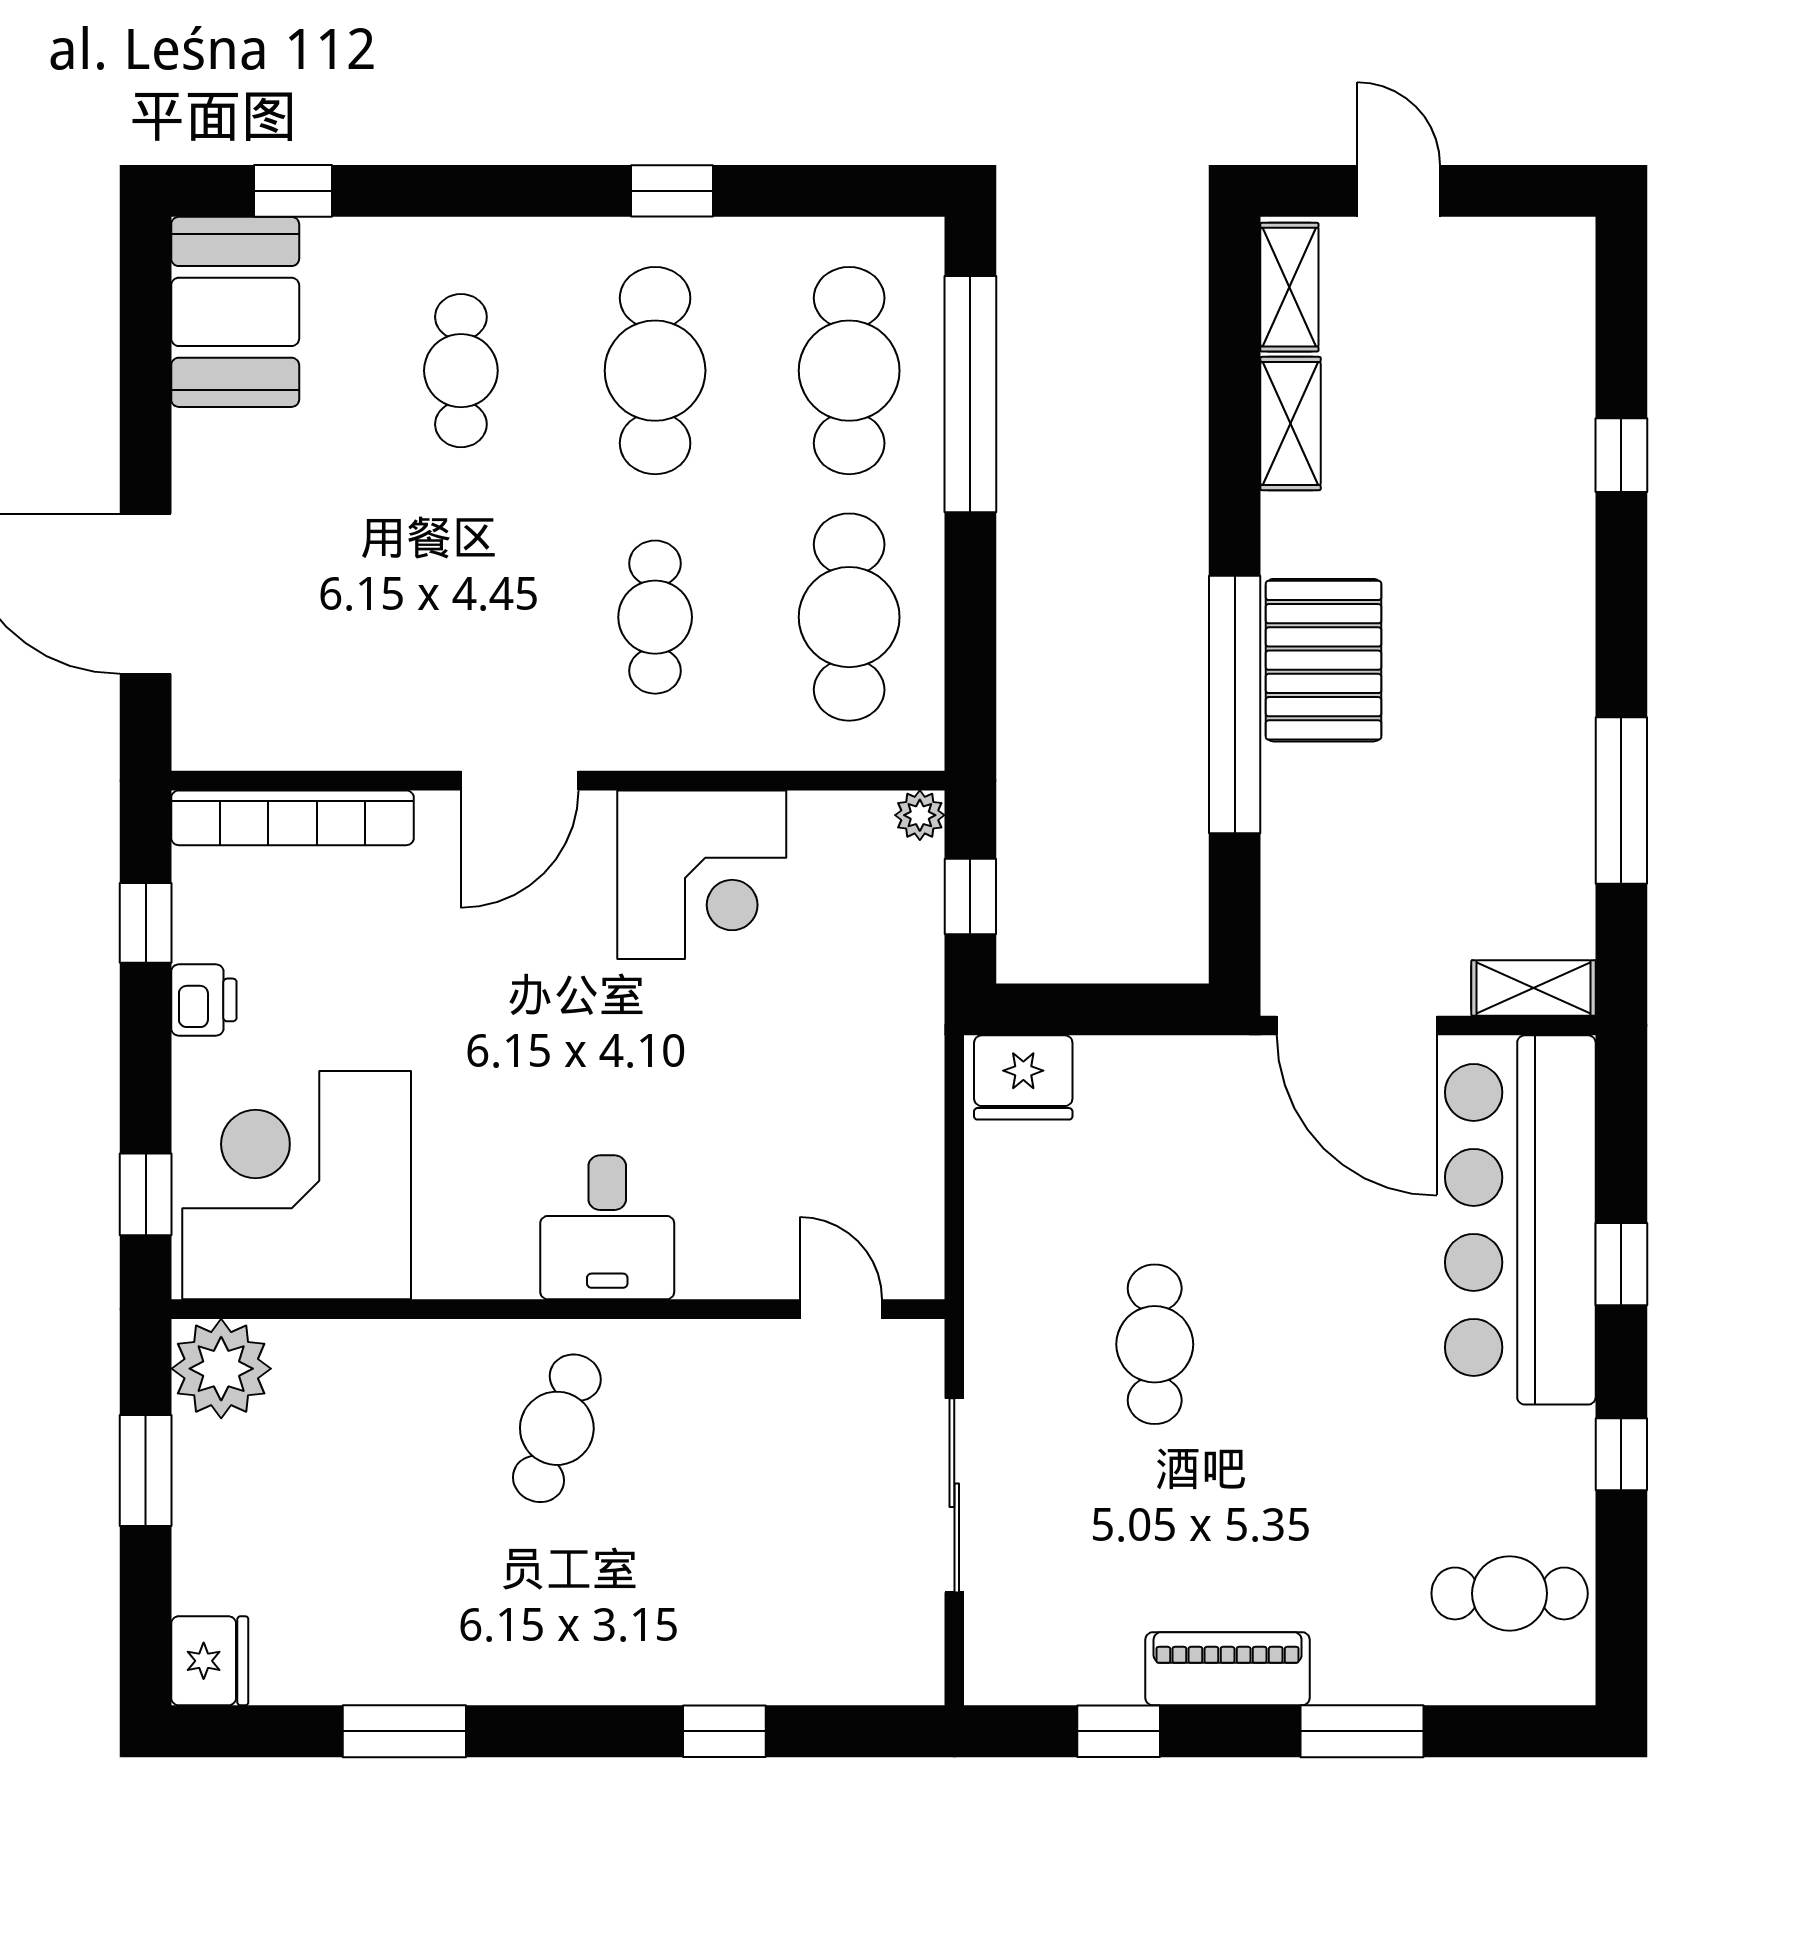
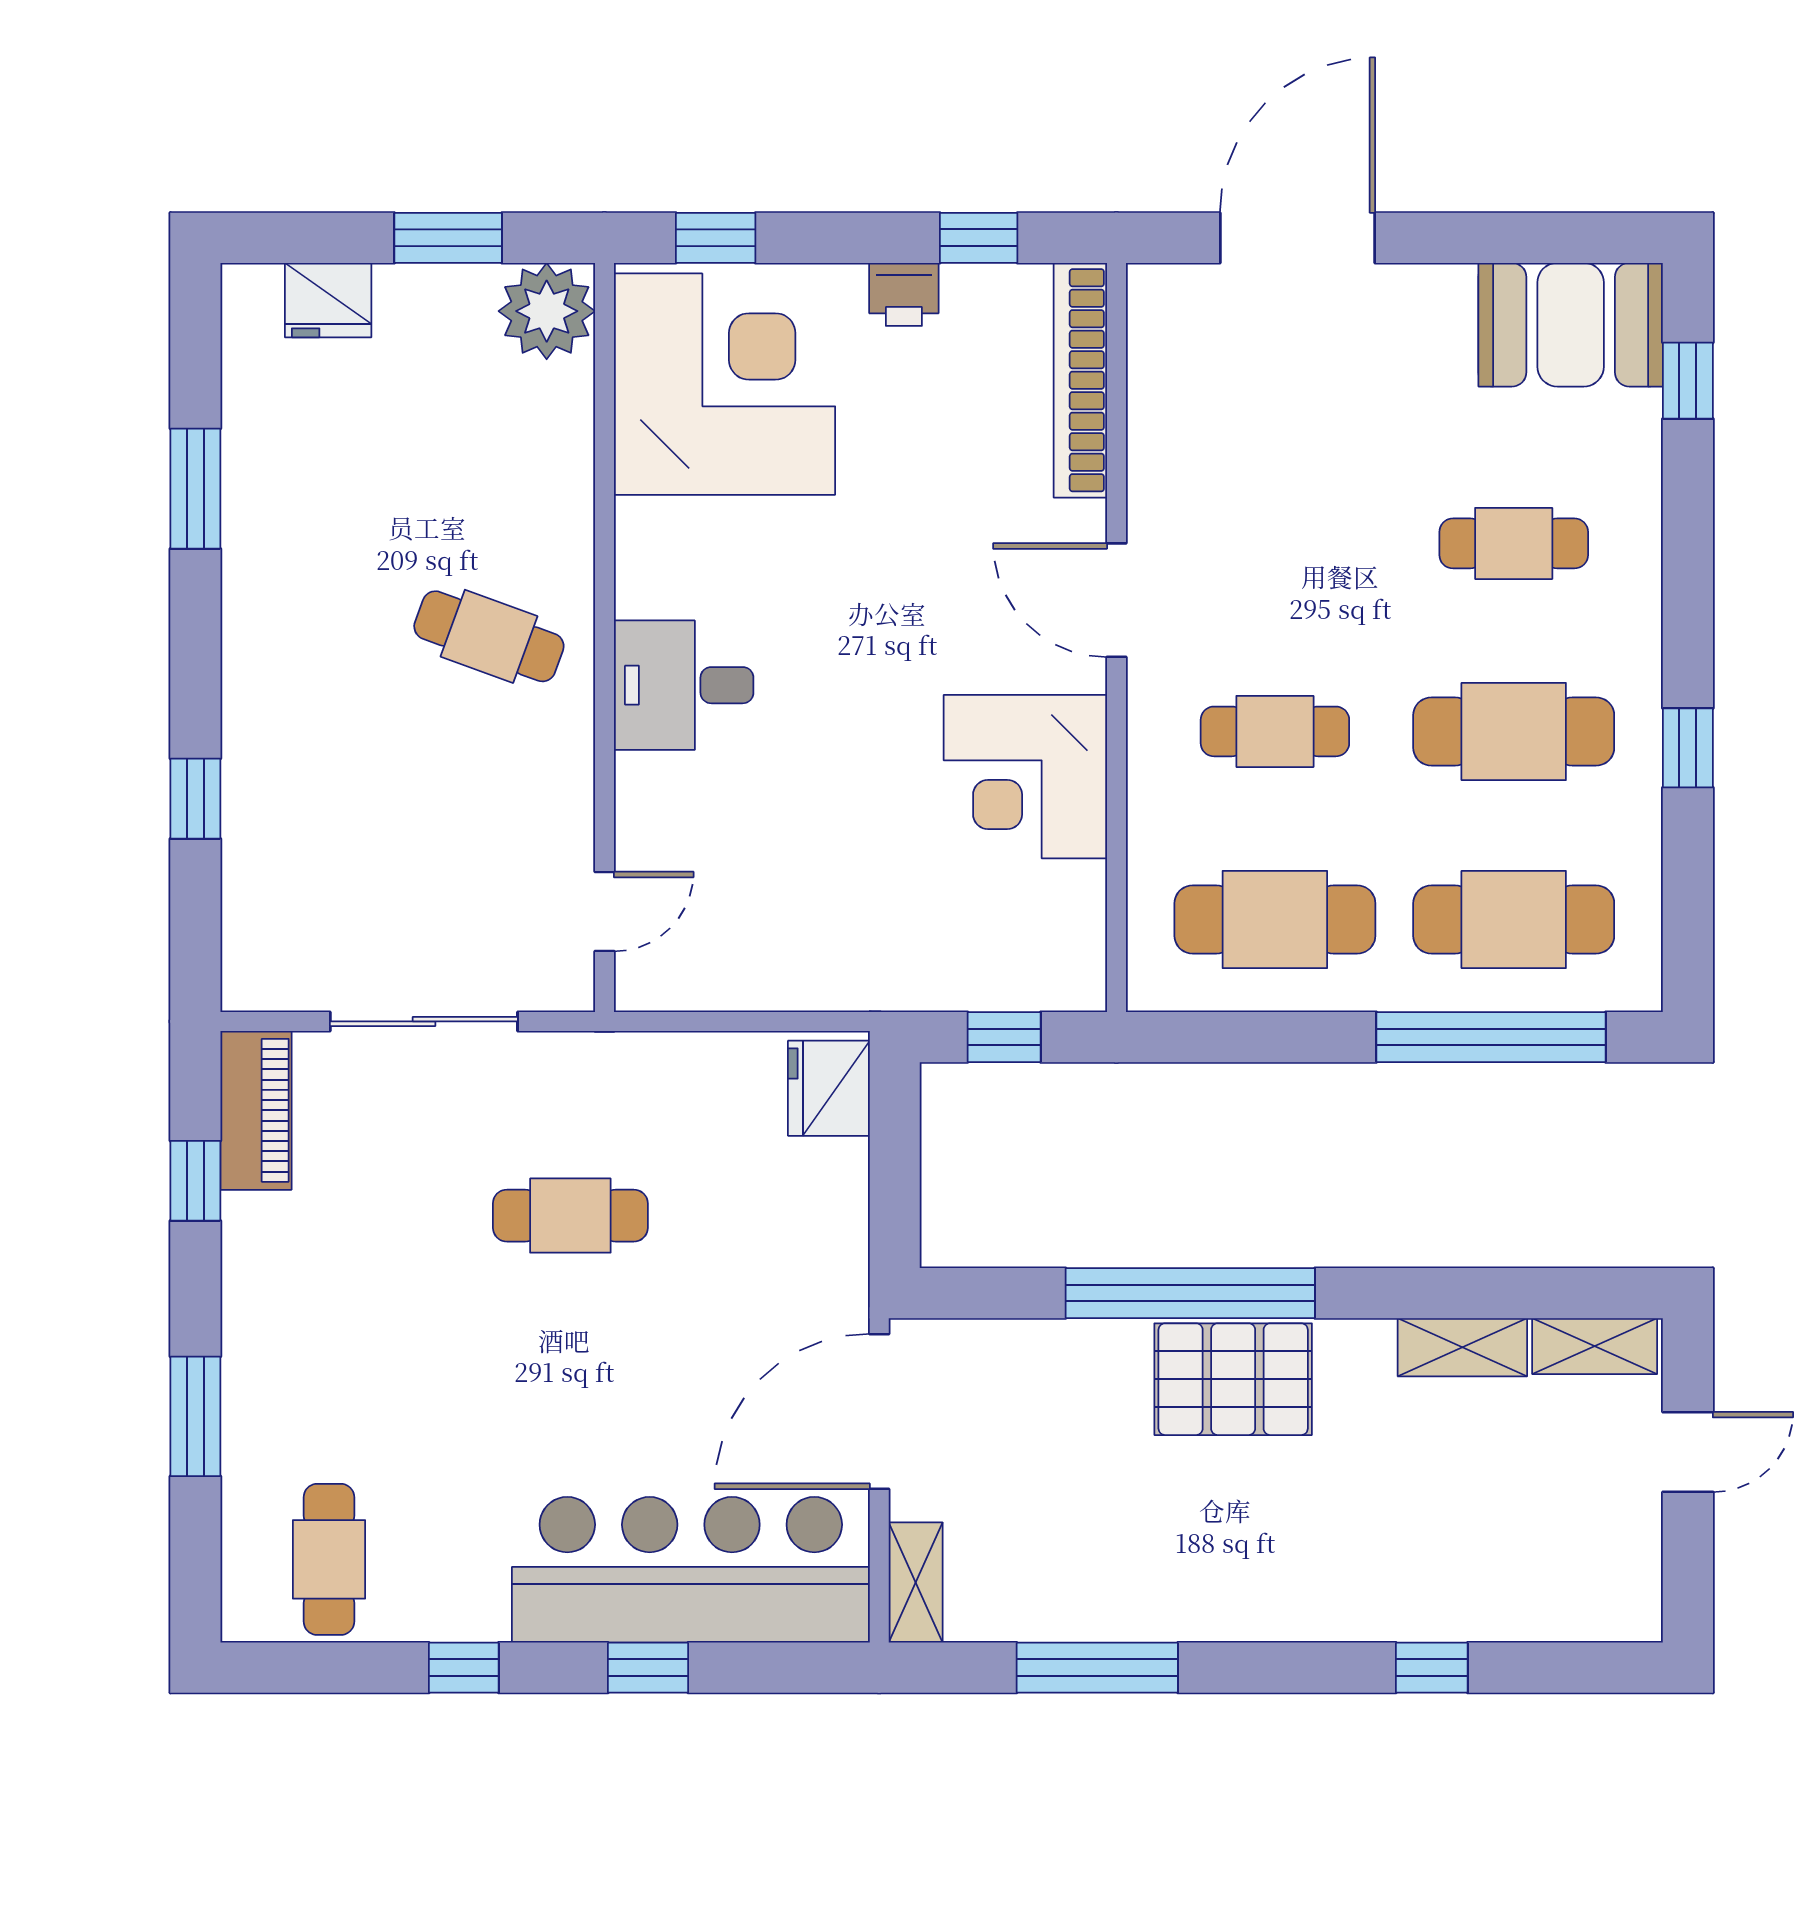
plant: (920, 815) -> (1083, 988), removed
fridge: (210, 1661) -> (328, 300), moved
piano: (1228, 1669) -> (256, 1110), moved

